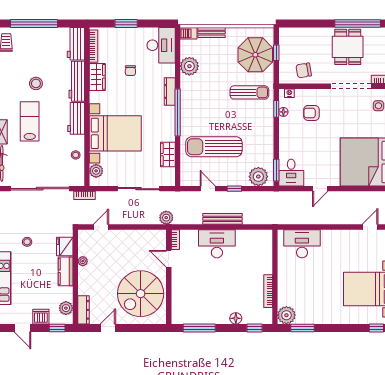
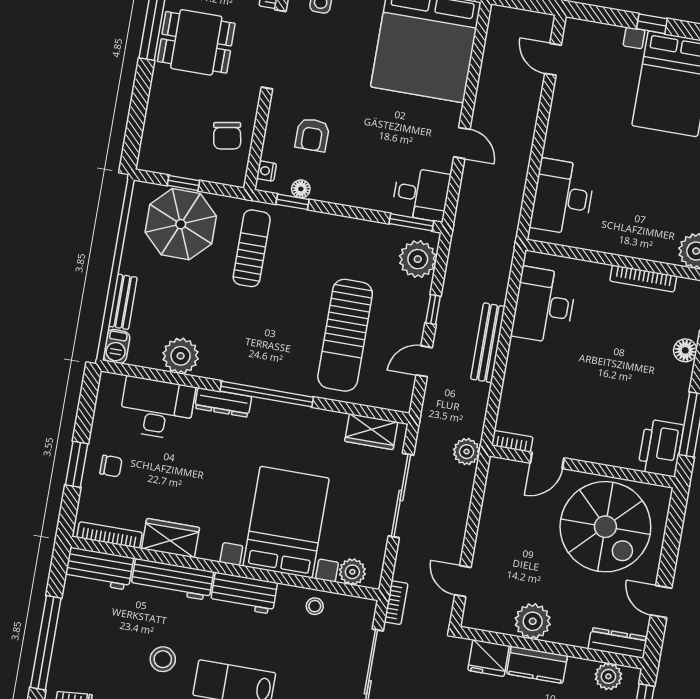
desk: (161, 45) -> (157, 408), moved
chair: (130, 71) -> (111, 466), moved
wardrobe: (168, 155) -> (371, 432), moved
desk: (217, 244) -> (544, 305), moved
plant: (83, 261) -> (533, 621), width x1.88, depth x1.88
printer: (185, 314) -> (661, 448), added

